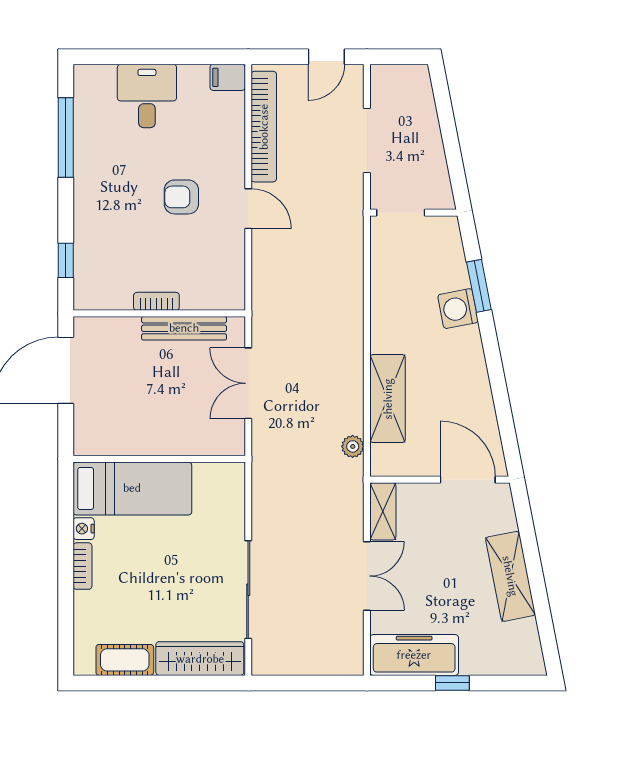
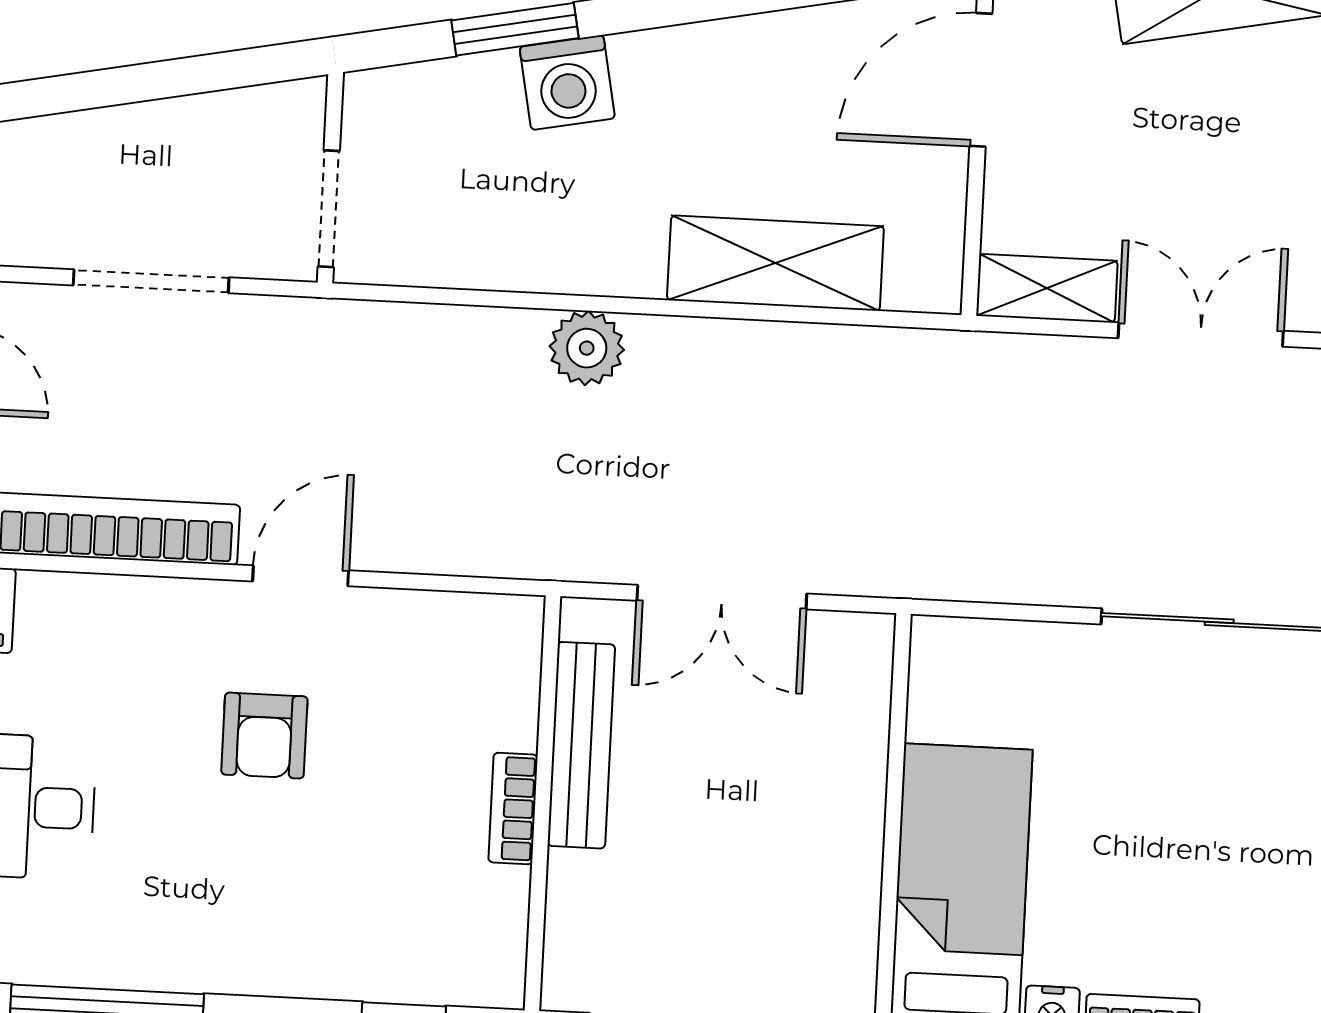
plant: (353, 446) -> (587, 348), moved, width x1.38, depth x1.38

